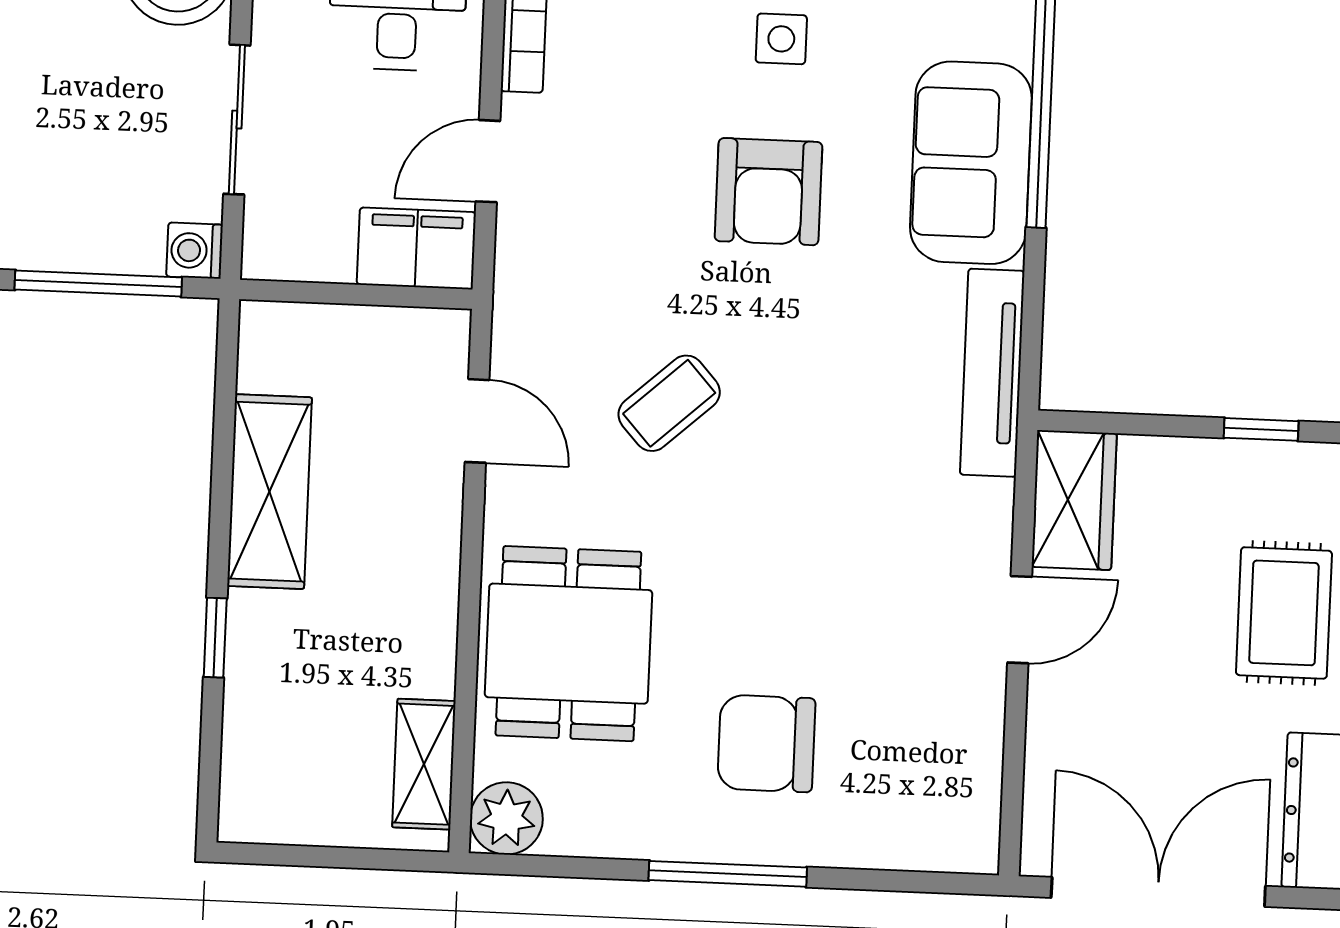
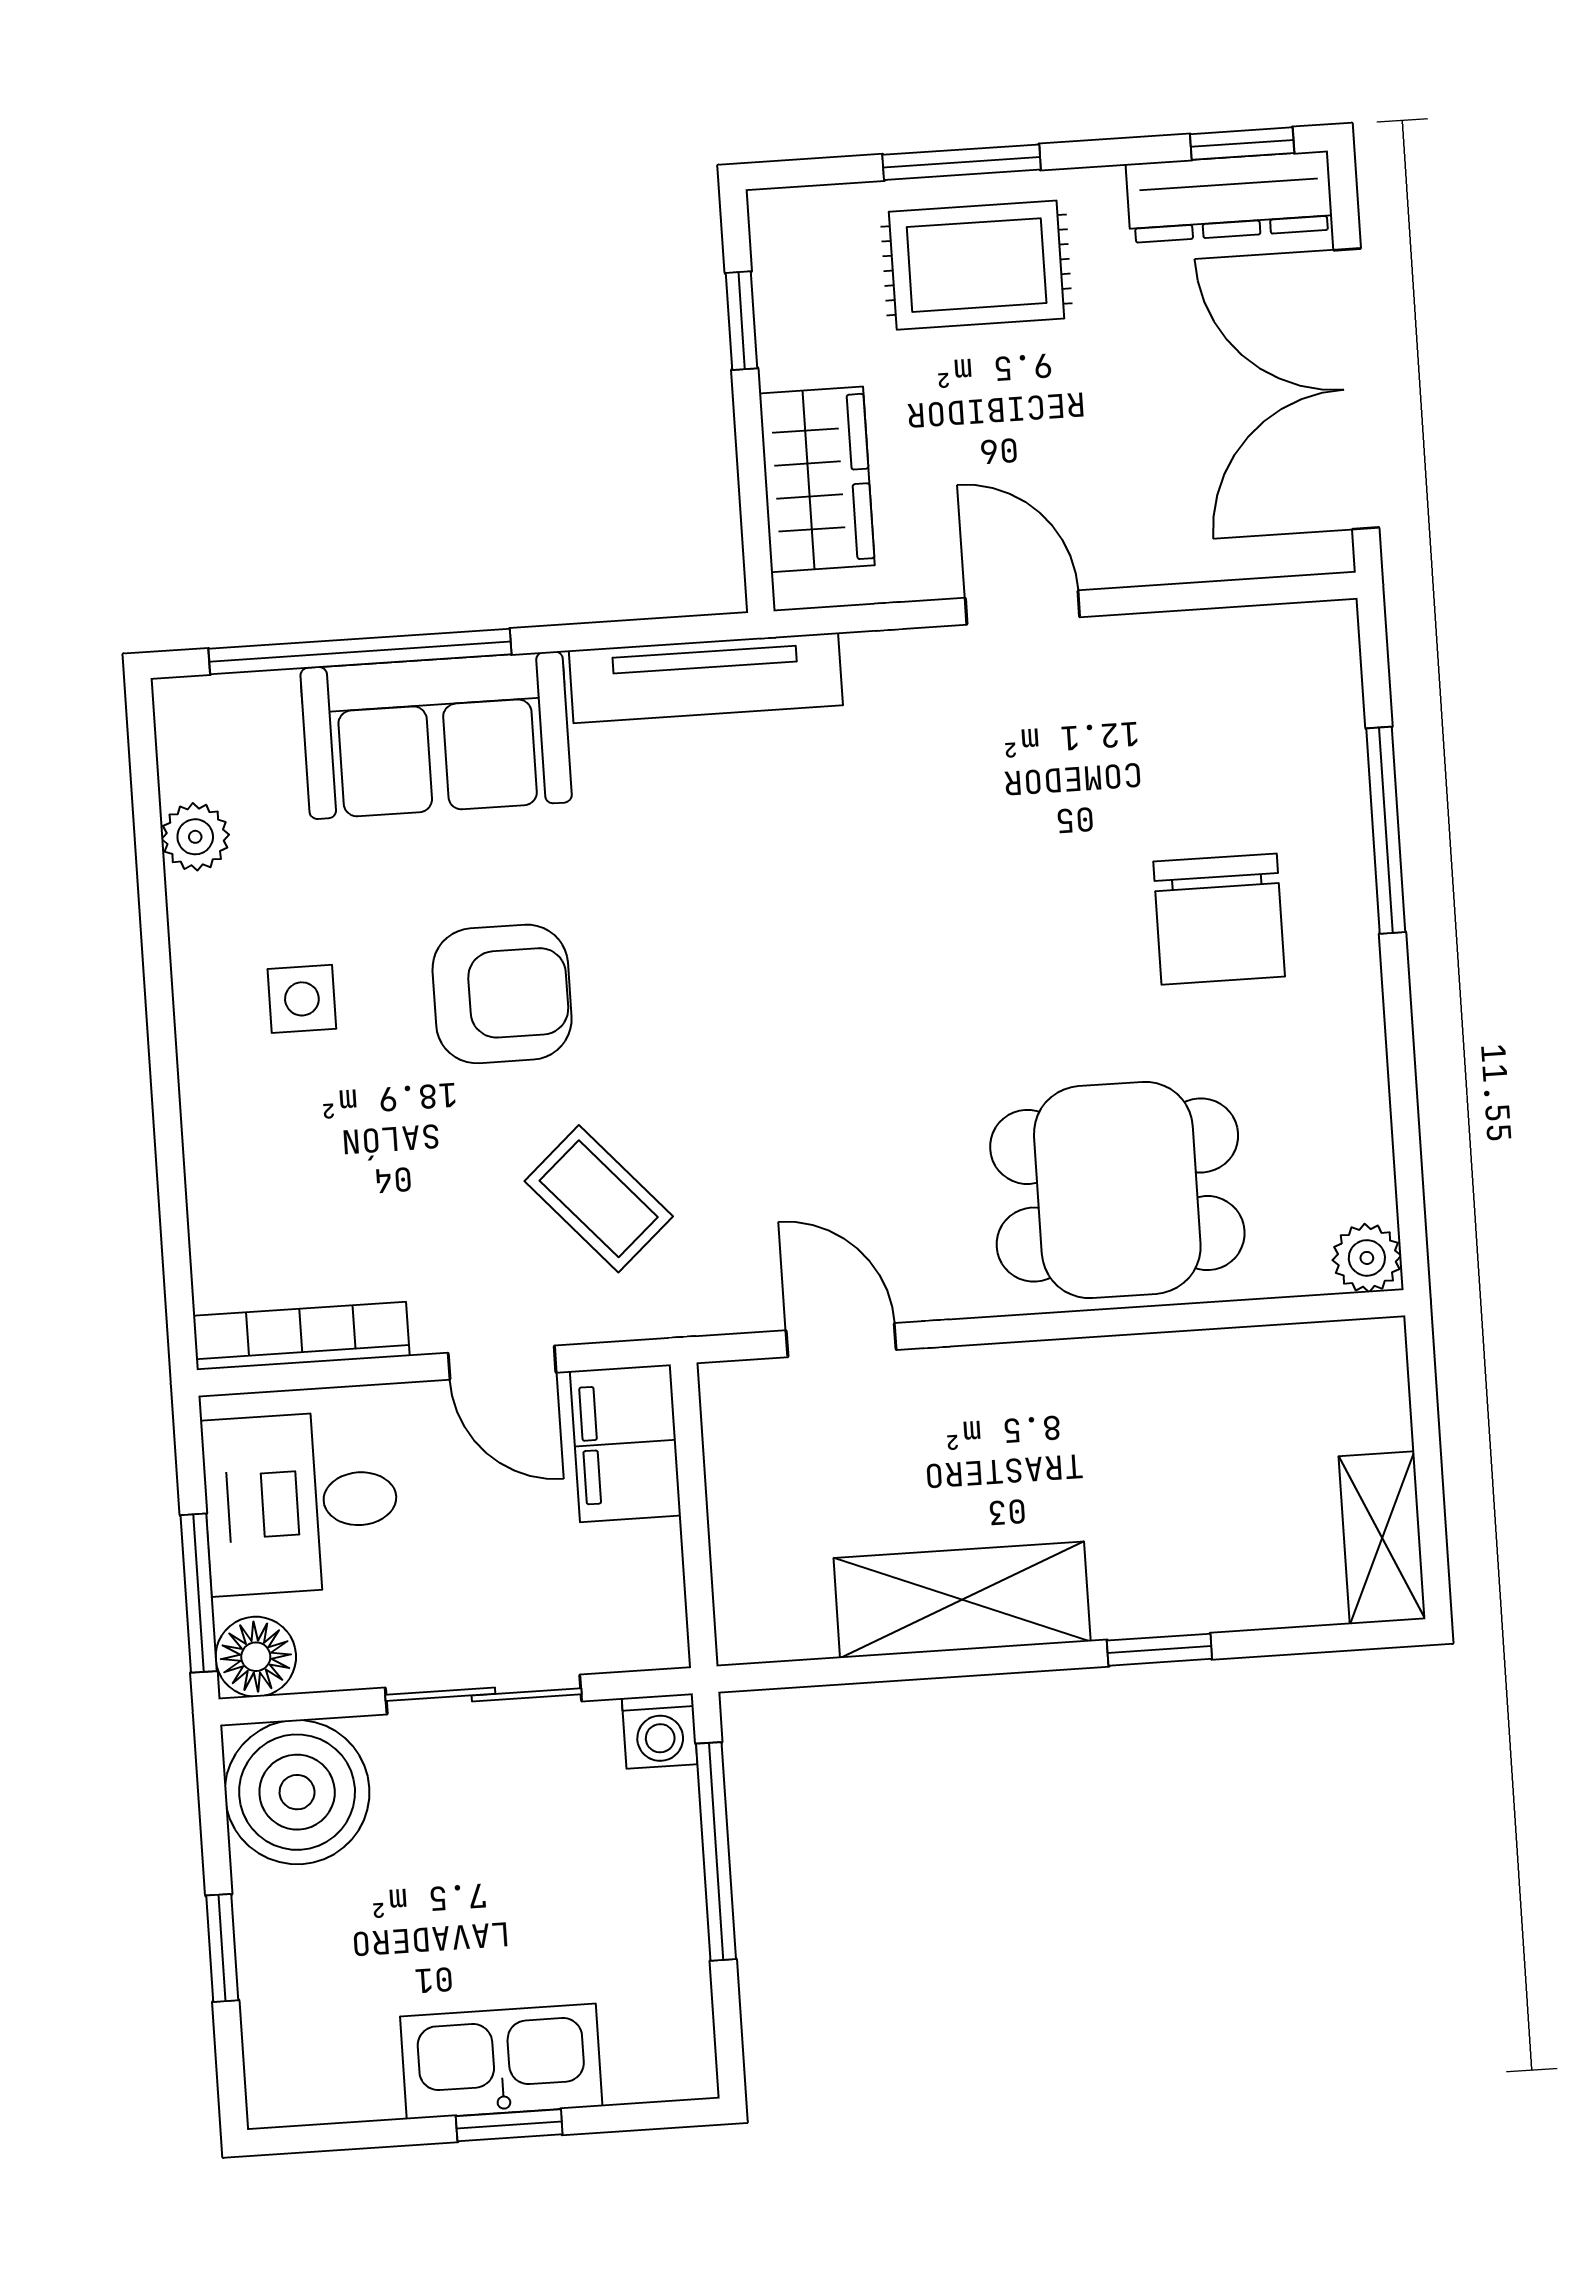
coffee table: (669, 403) -> (599, 1199), moved
door: (477, 421) -> (841, 1340), hinge flipped
wardrobe: (1074, 500) -> (817, 479), moved, turned 90
shelving: (424, 764) -> (1382, 1538), moved, turned 90
plant: (506, 818) -> (1367, 1258), width x0.73, depth x0.73
window: (728, 874) -> (1386, 830), moved

